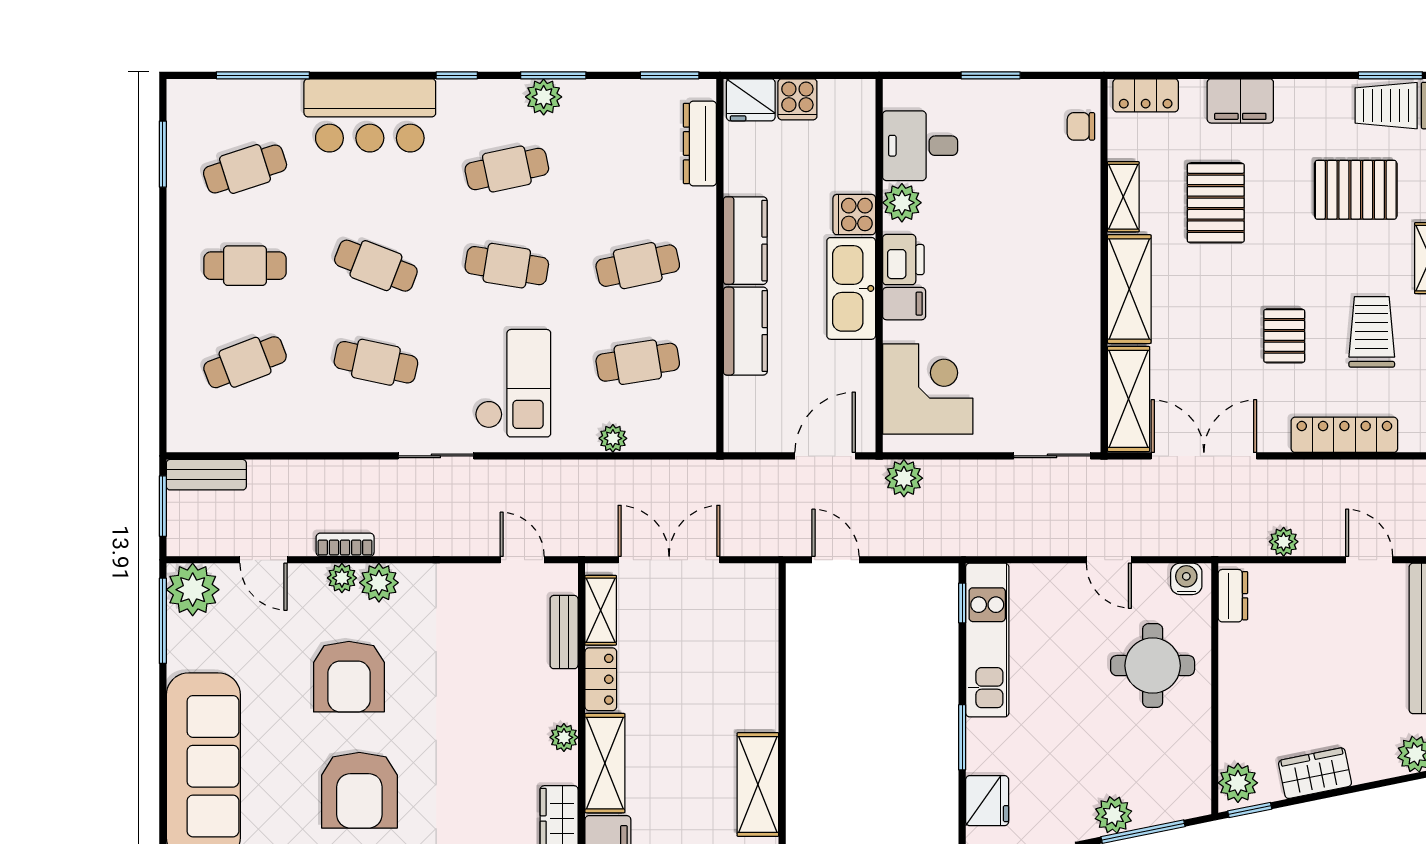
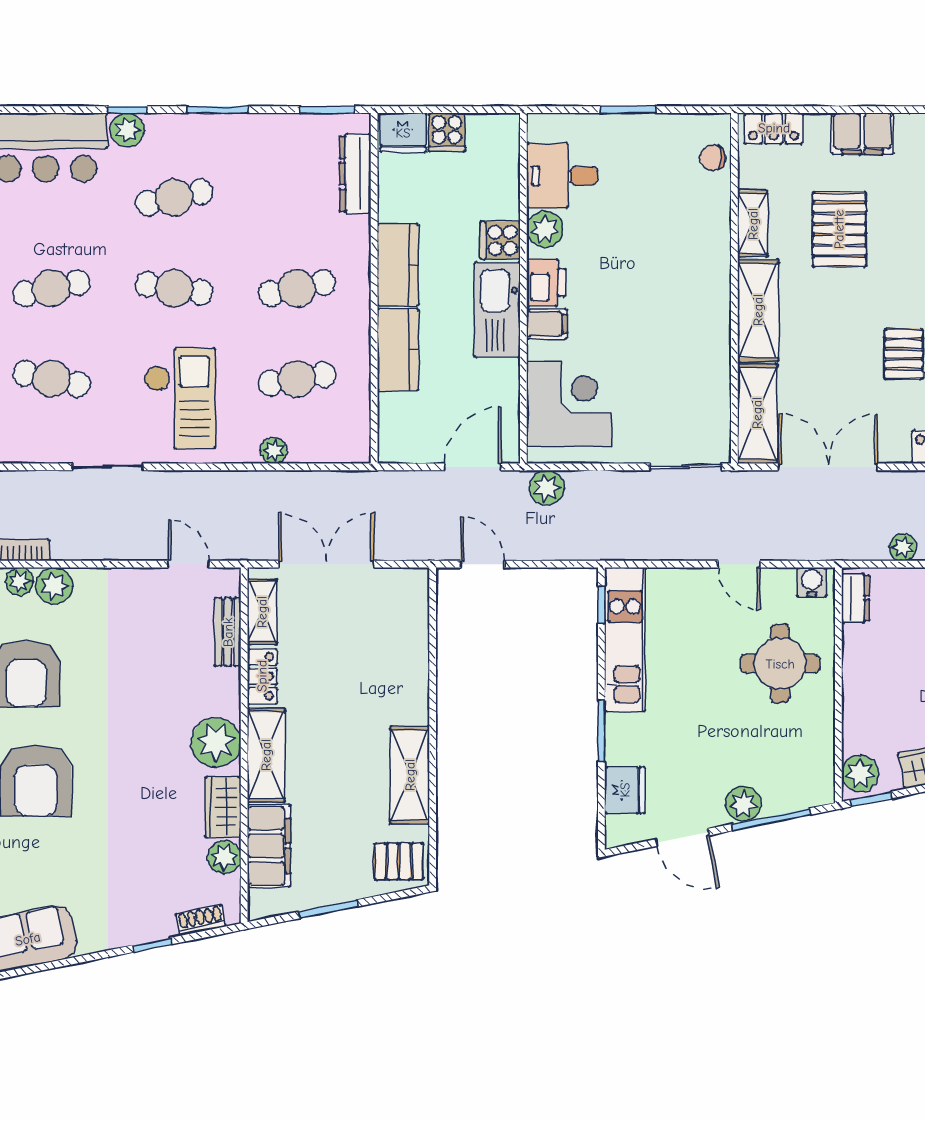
plant: (544, 97) -> (127, 130), moved
cafe table: (376, 266) -> (51, 288), turned -33
plant: (564, 737) -> (216, 743), width x1.88, depth x1.88

